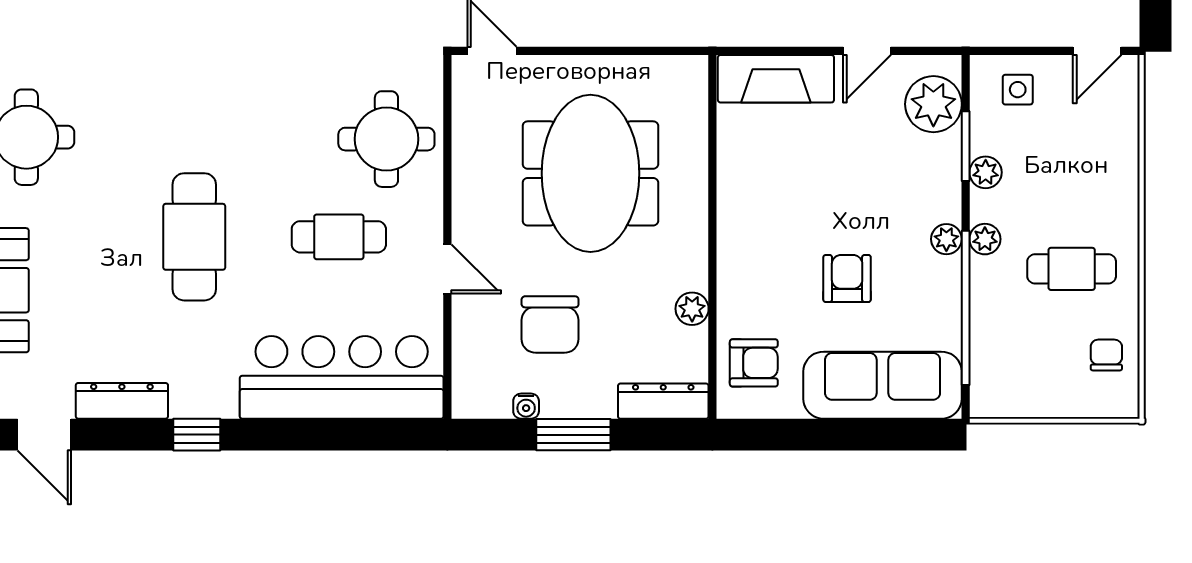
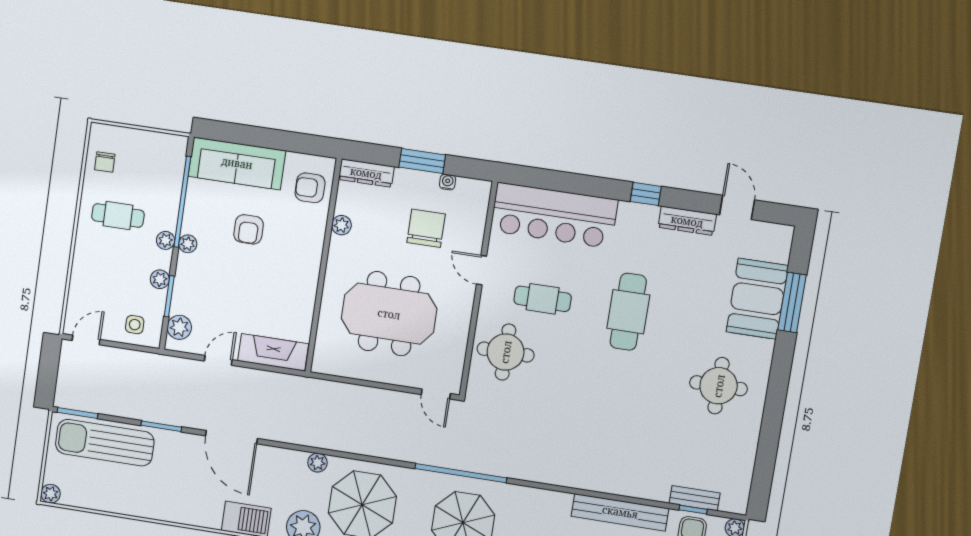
plant: (933, 104) -> (179, 327), width x0.73, depth x0.73
meeting table: (590, 173) -> (389, 314), turned 90

